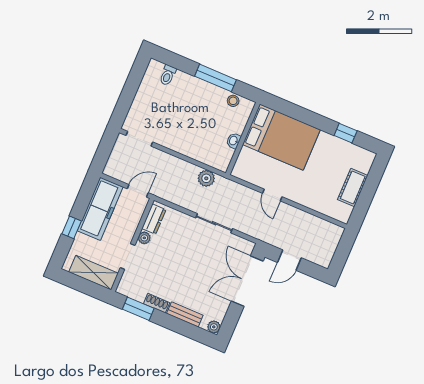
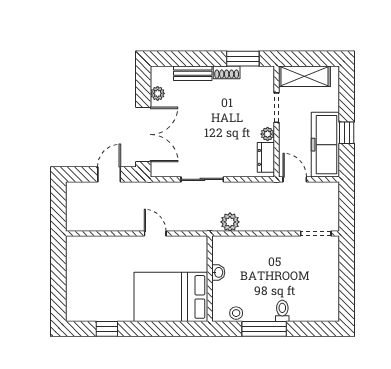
toilet: (168, 75) -> (282, 311), moved
cot: (353, 187) -> (76, 276), removed
door: (138, 191) -> (295, 179), swing flipped
window: (72, 227) -> (347, 133), moved
plant: (214, 327) -> (158, 93), moved

